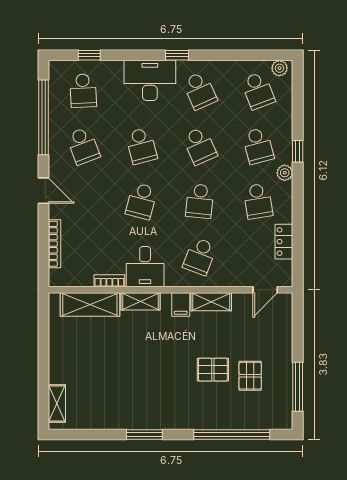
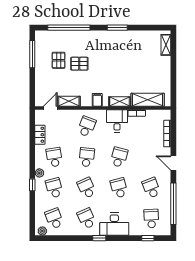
shelving: (211, 302) -> (69, 101), moved

